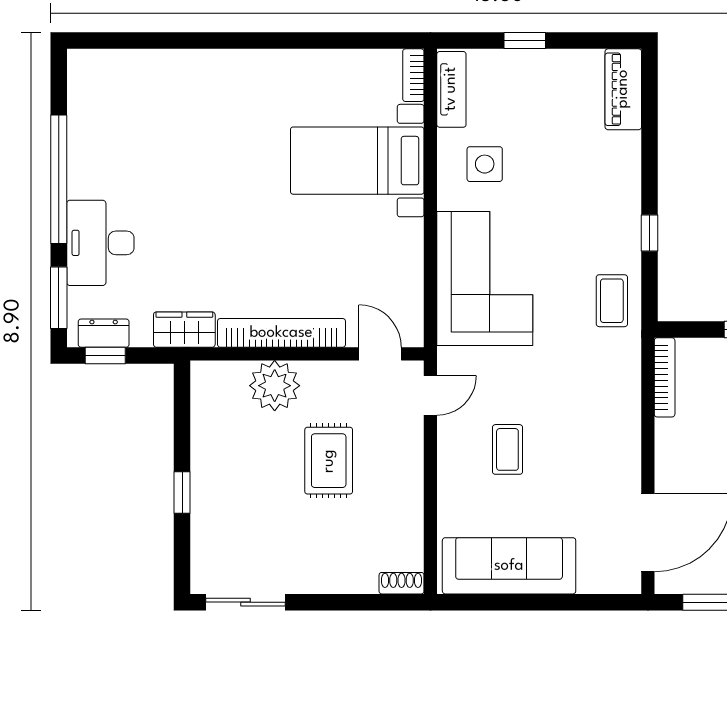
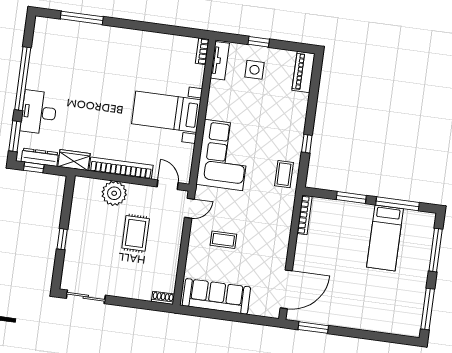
window: (161, 41) -> (82, 18), added
bed with nightstands: (357, 161) -> (166, 112), moved
side table: (485, 164) -> (254, 70), moved
dresser: (104, 333) -> (40, 157), width x1.44
coffee table: (507, 449) -> (223, 240), turned 90

